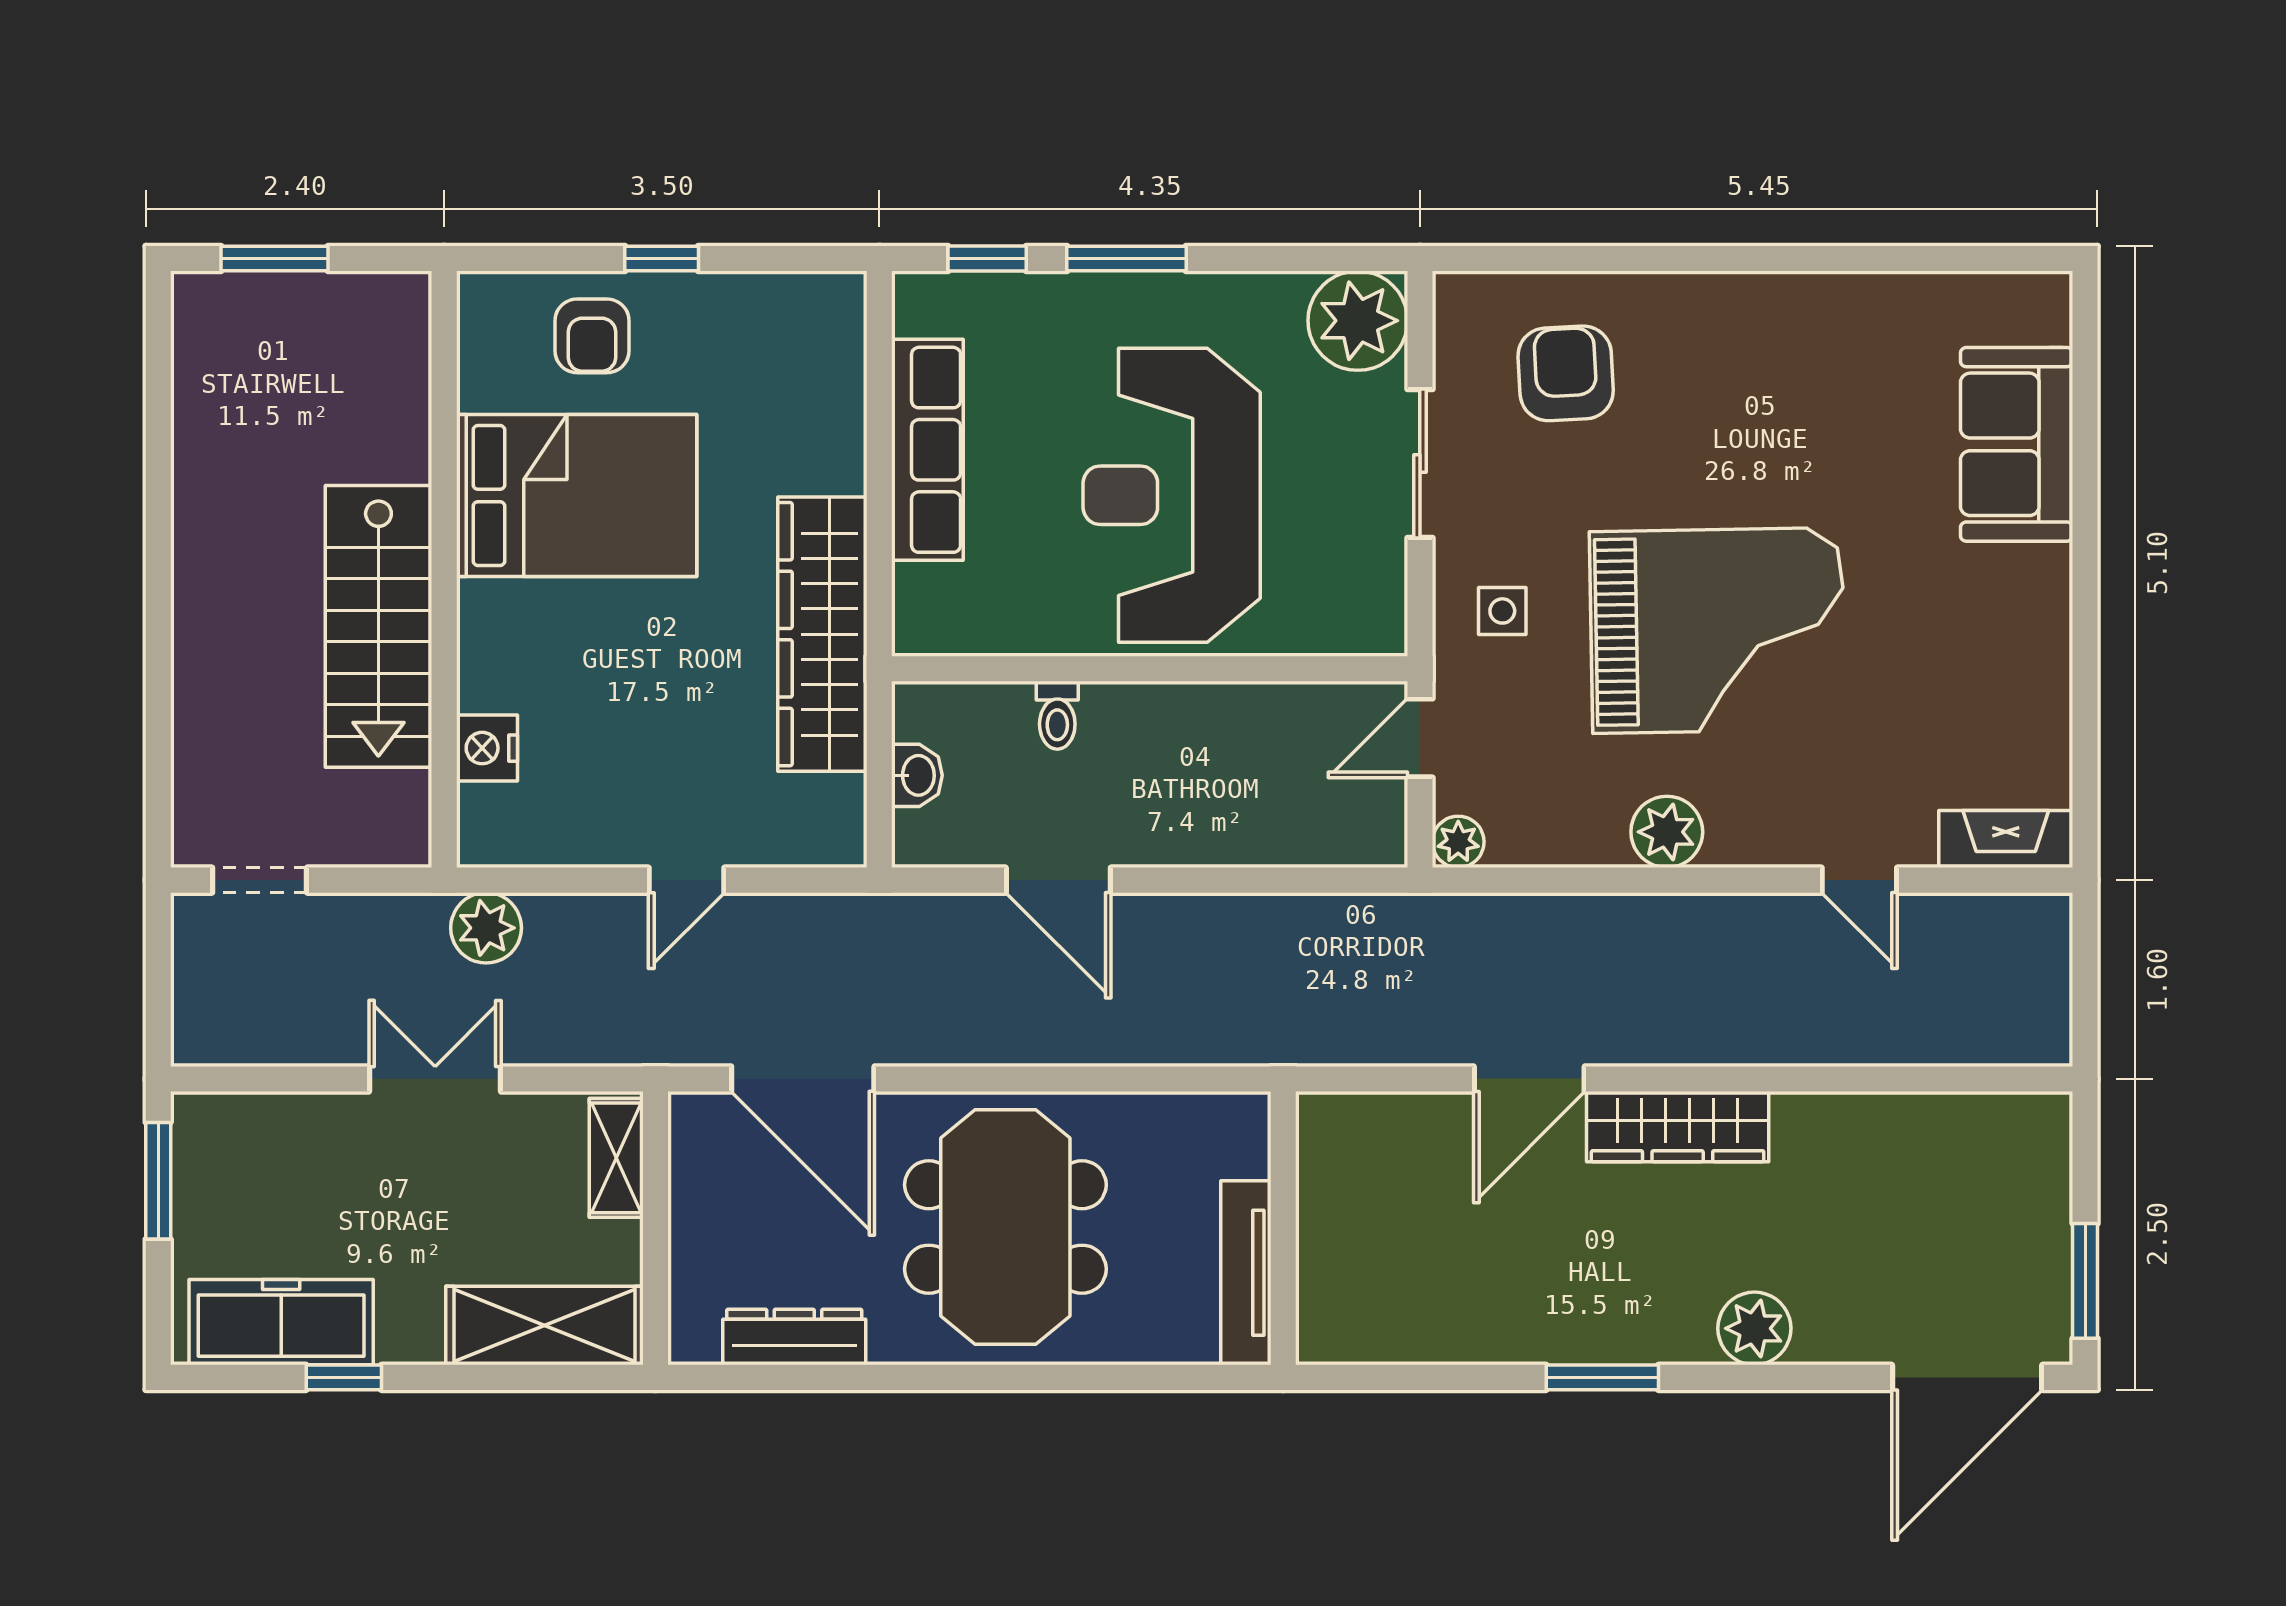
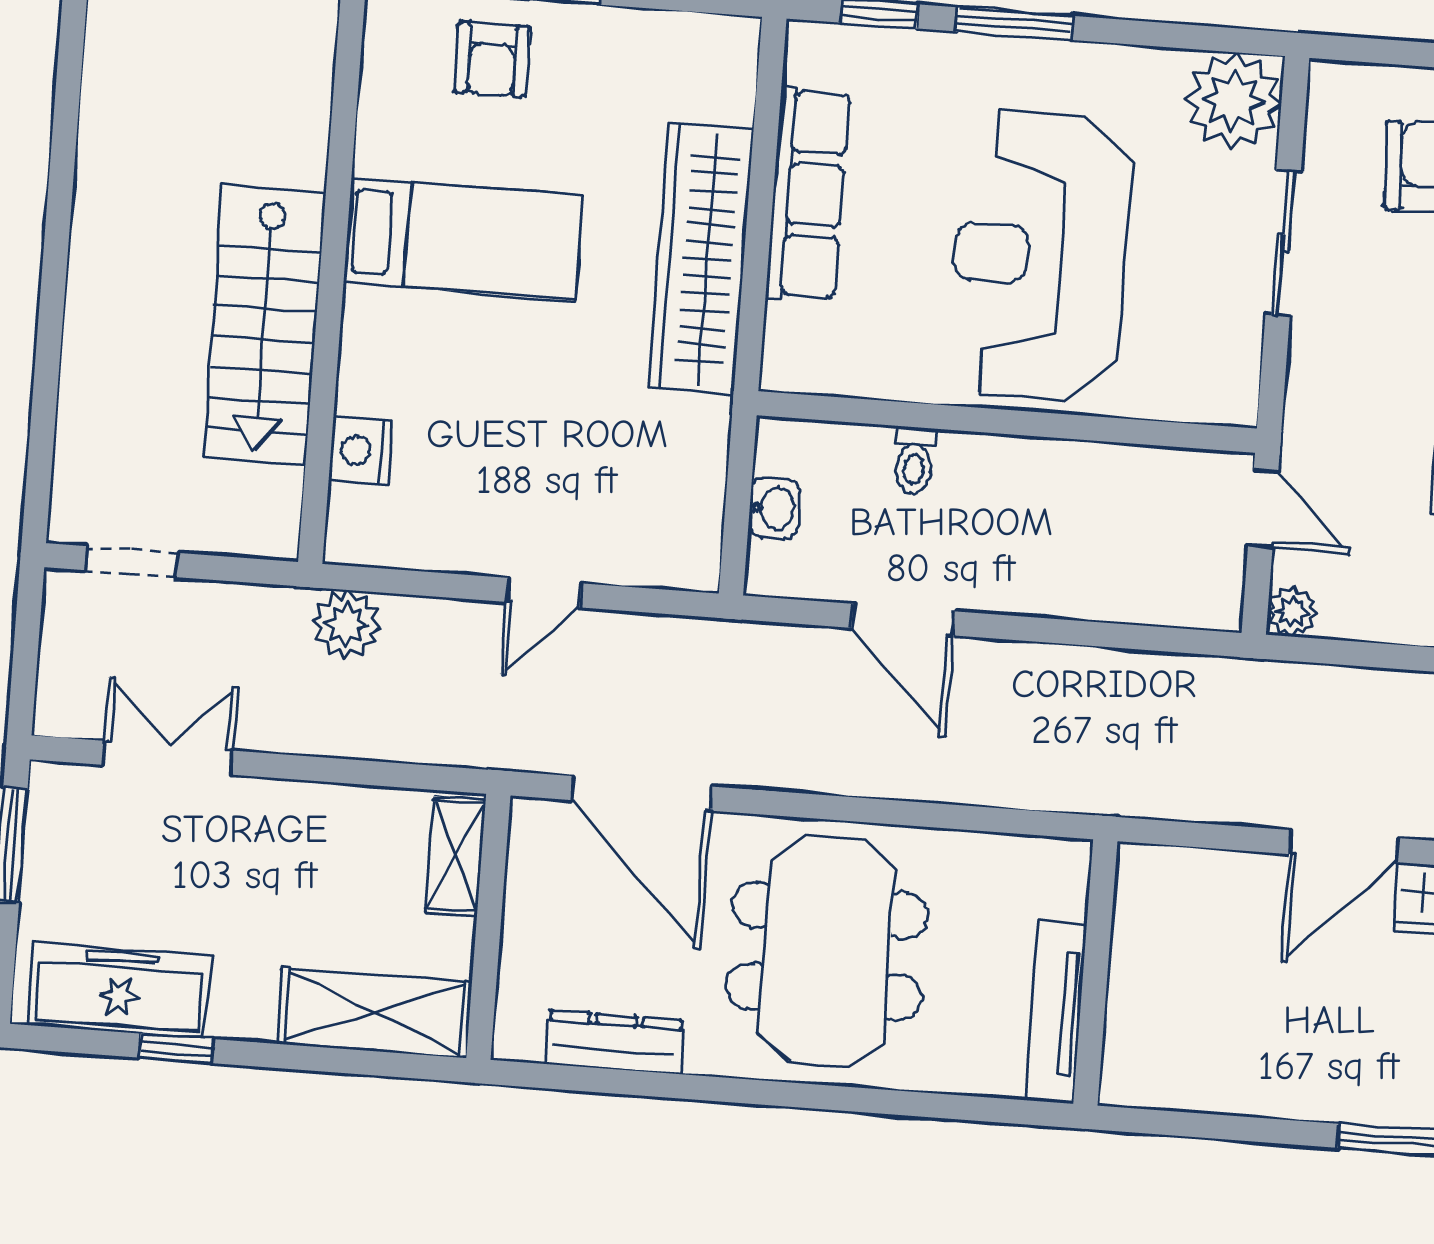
bed: (577, 496) -> (463, 239), width x0.67
side table: (1502, 611) -> (1352, 392), removed
wardrobe: (822, 634) -> (701, 259), moved
door: (1420, 738) -> (1263, 509), swing flipped
double door: (435, 1079) -> (168, 758), moved

